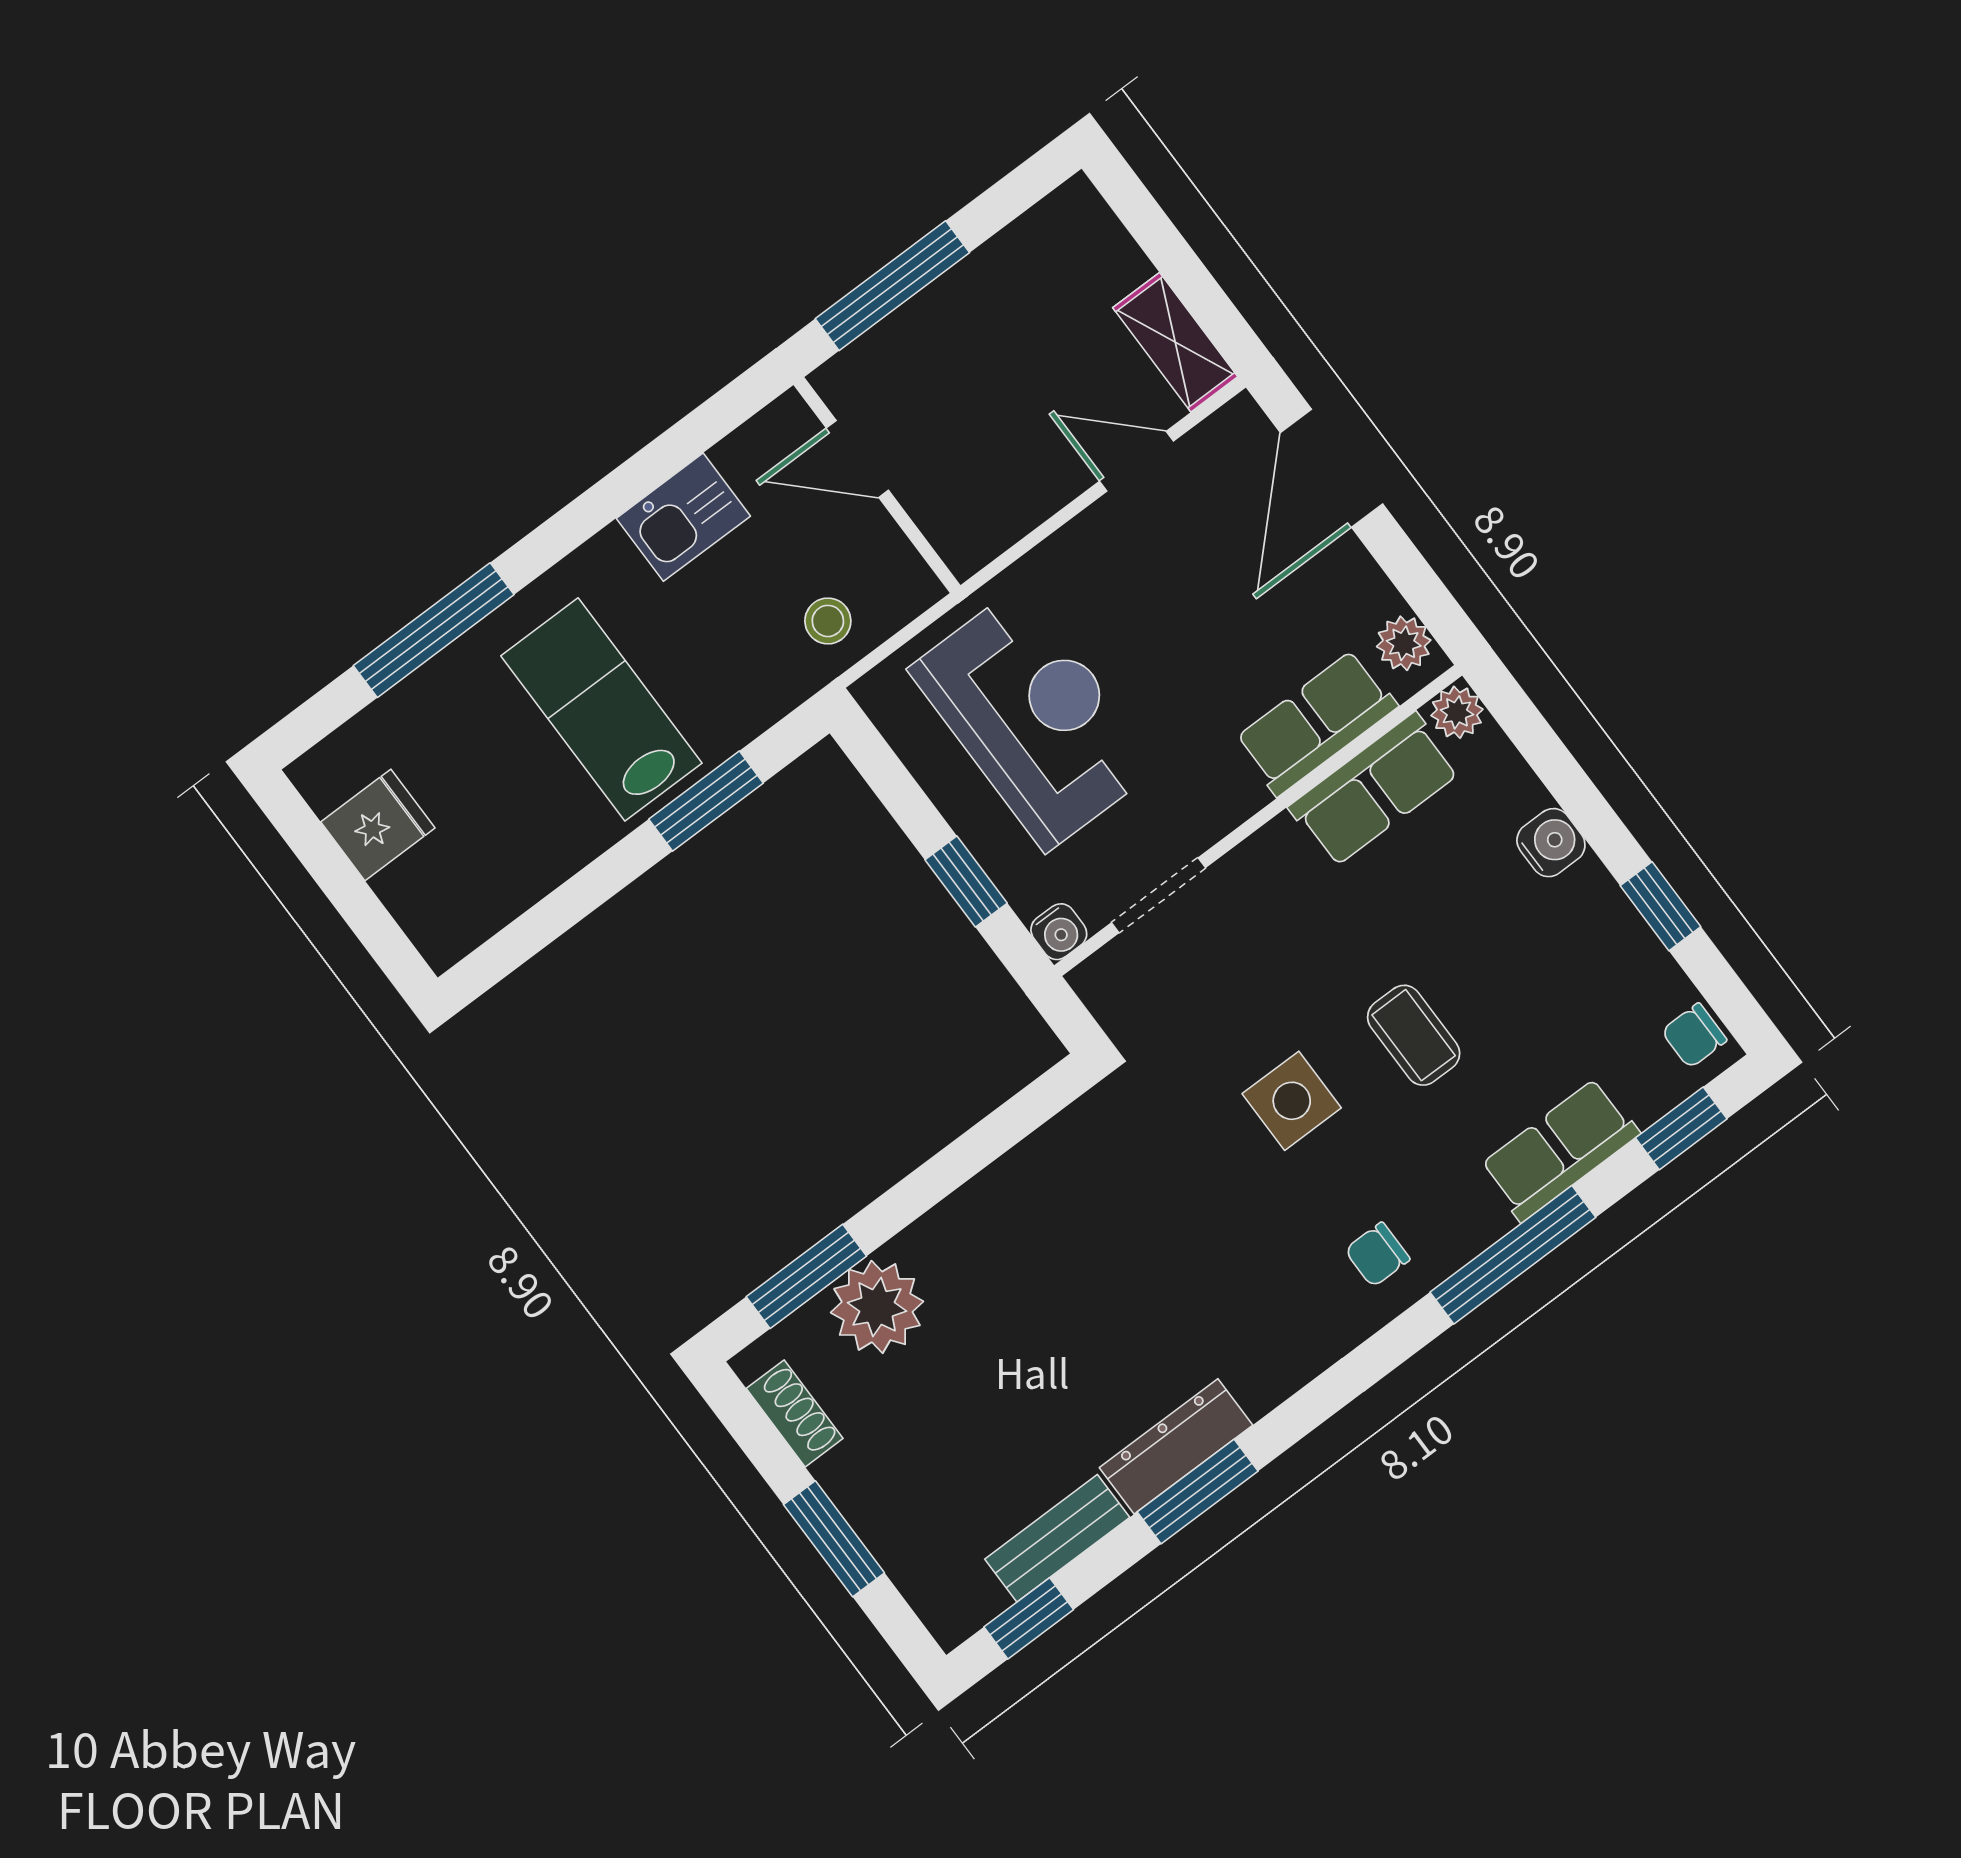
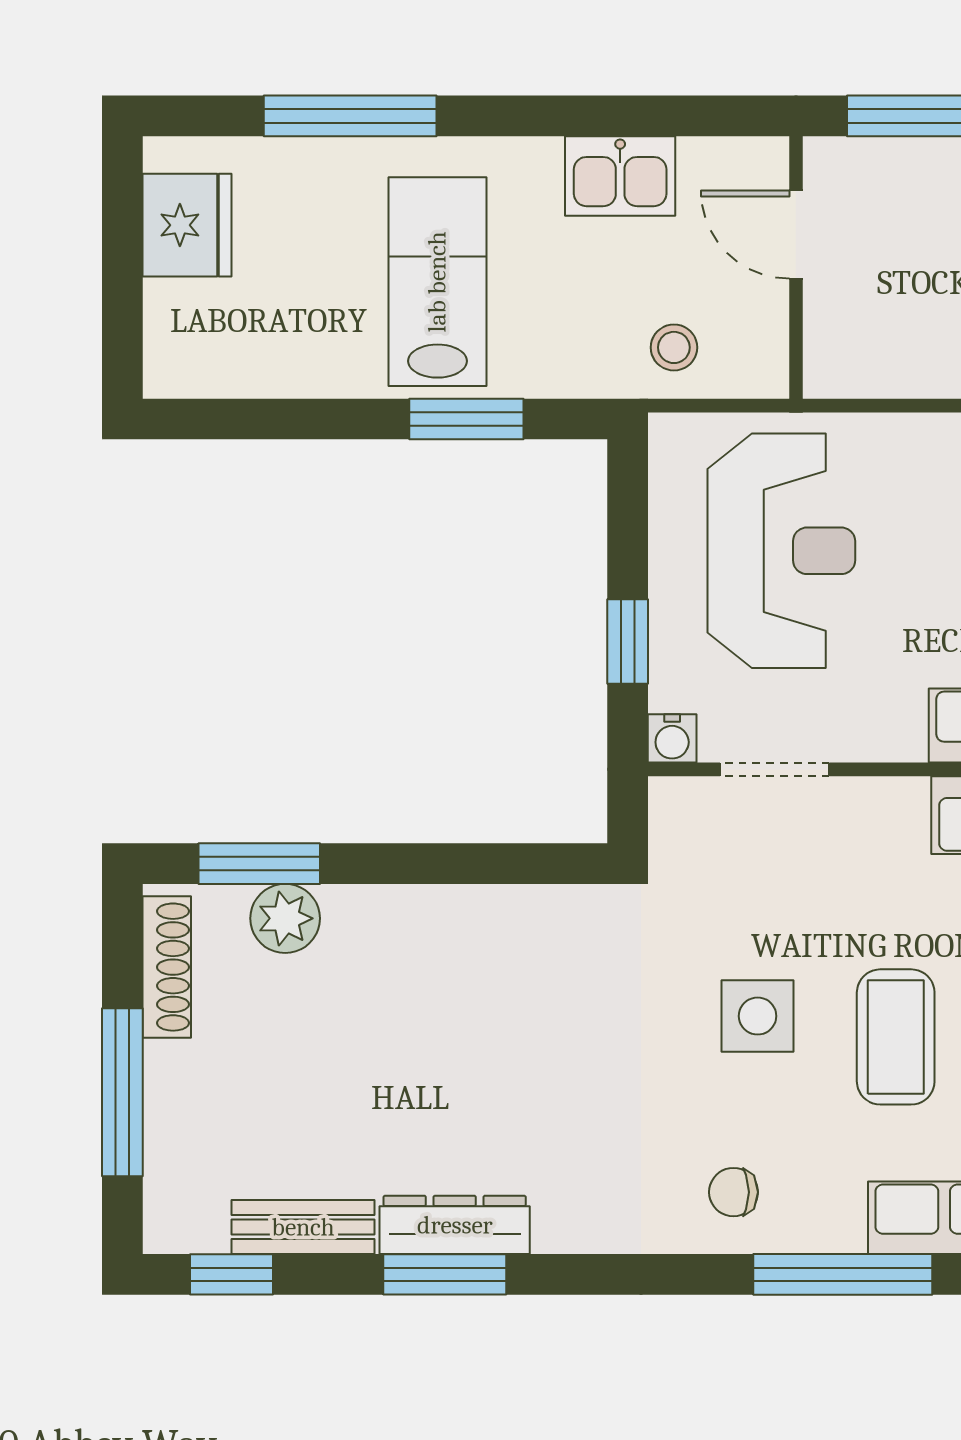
fridge: (378, 825) -> (187, 225), width x1.38
coffee table: (1414, 1035) -> (896, 1037), width x1.36, depth x1.30
plant: (877, 1307) -> (285, 918), width x0.73, depth x0.73
shoe rack: (795, 1413) -> (167, 967), width x1.43
window: (834, 1539) -> (122, 1092), width x1.44

